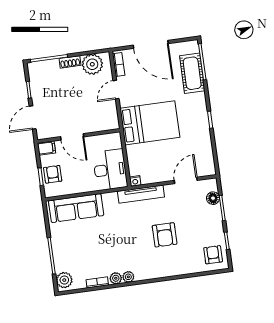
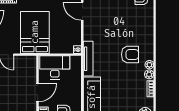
desk: (110, 170) -> (55, 67), moved
tv unit: (141, 194) -> (88, 59), moved
armchair: (165, 235) -> (130, 55), moved

